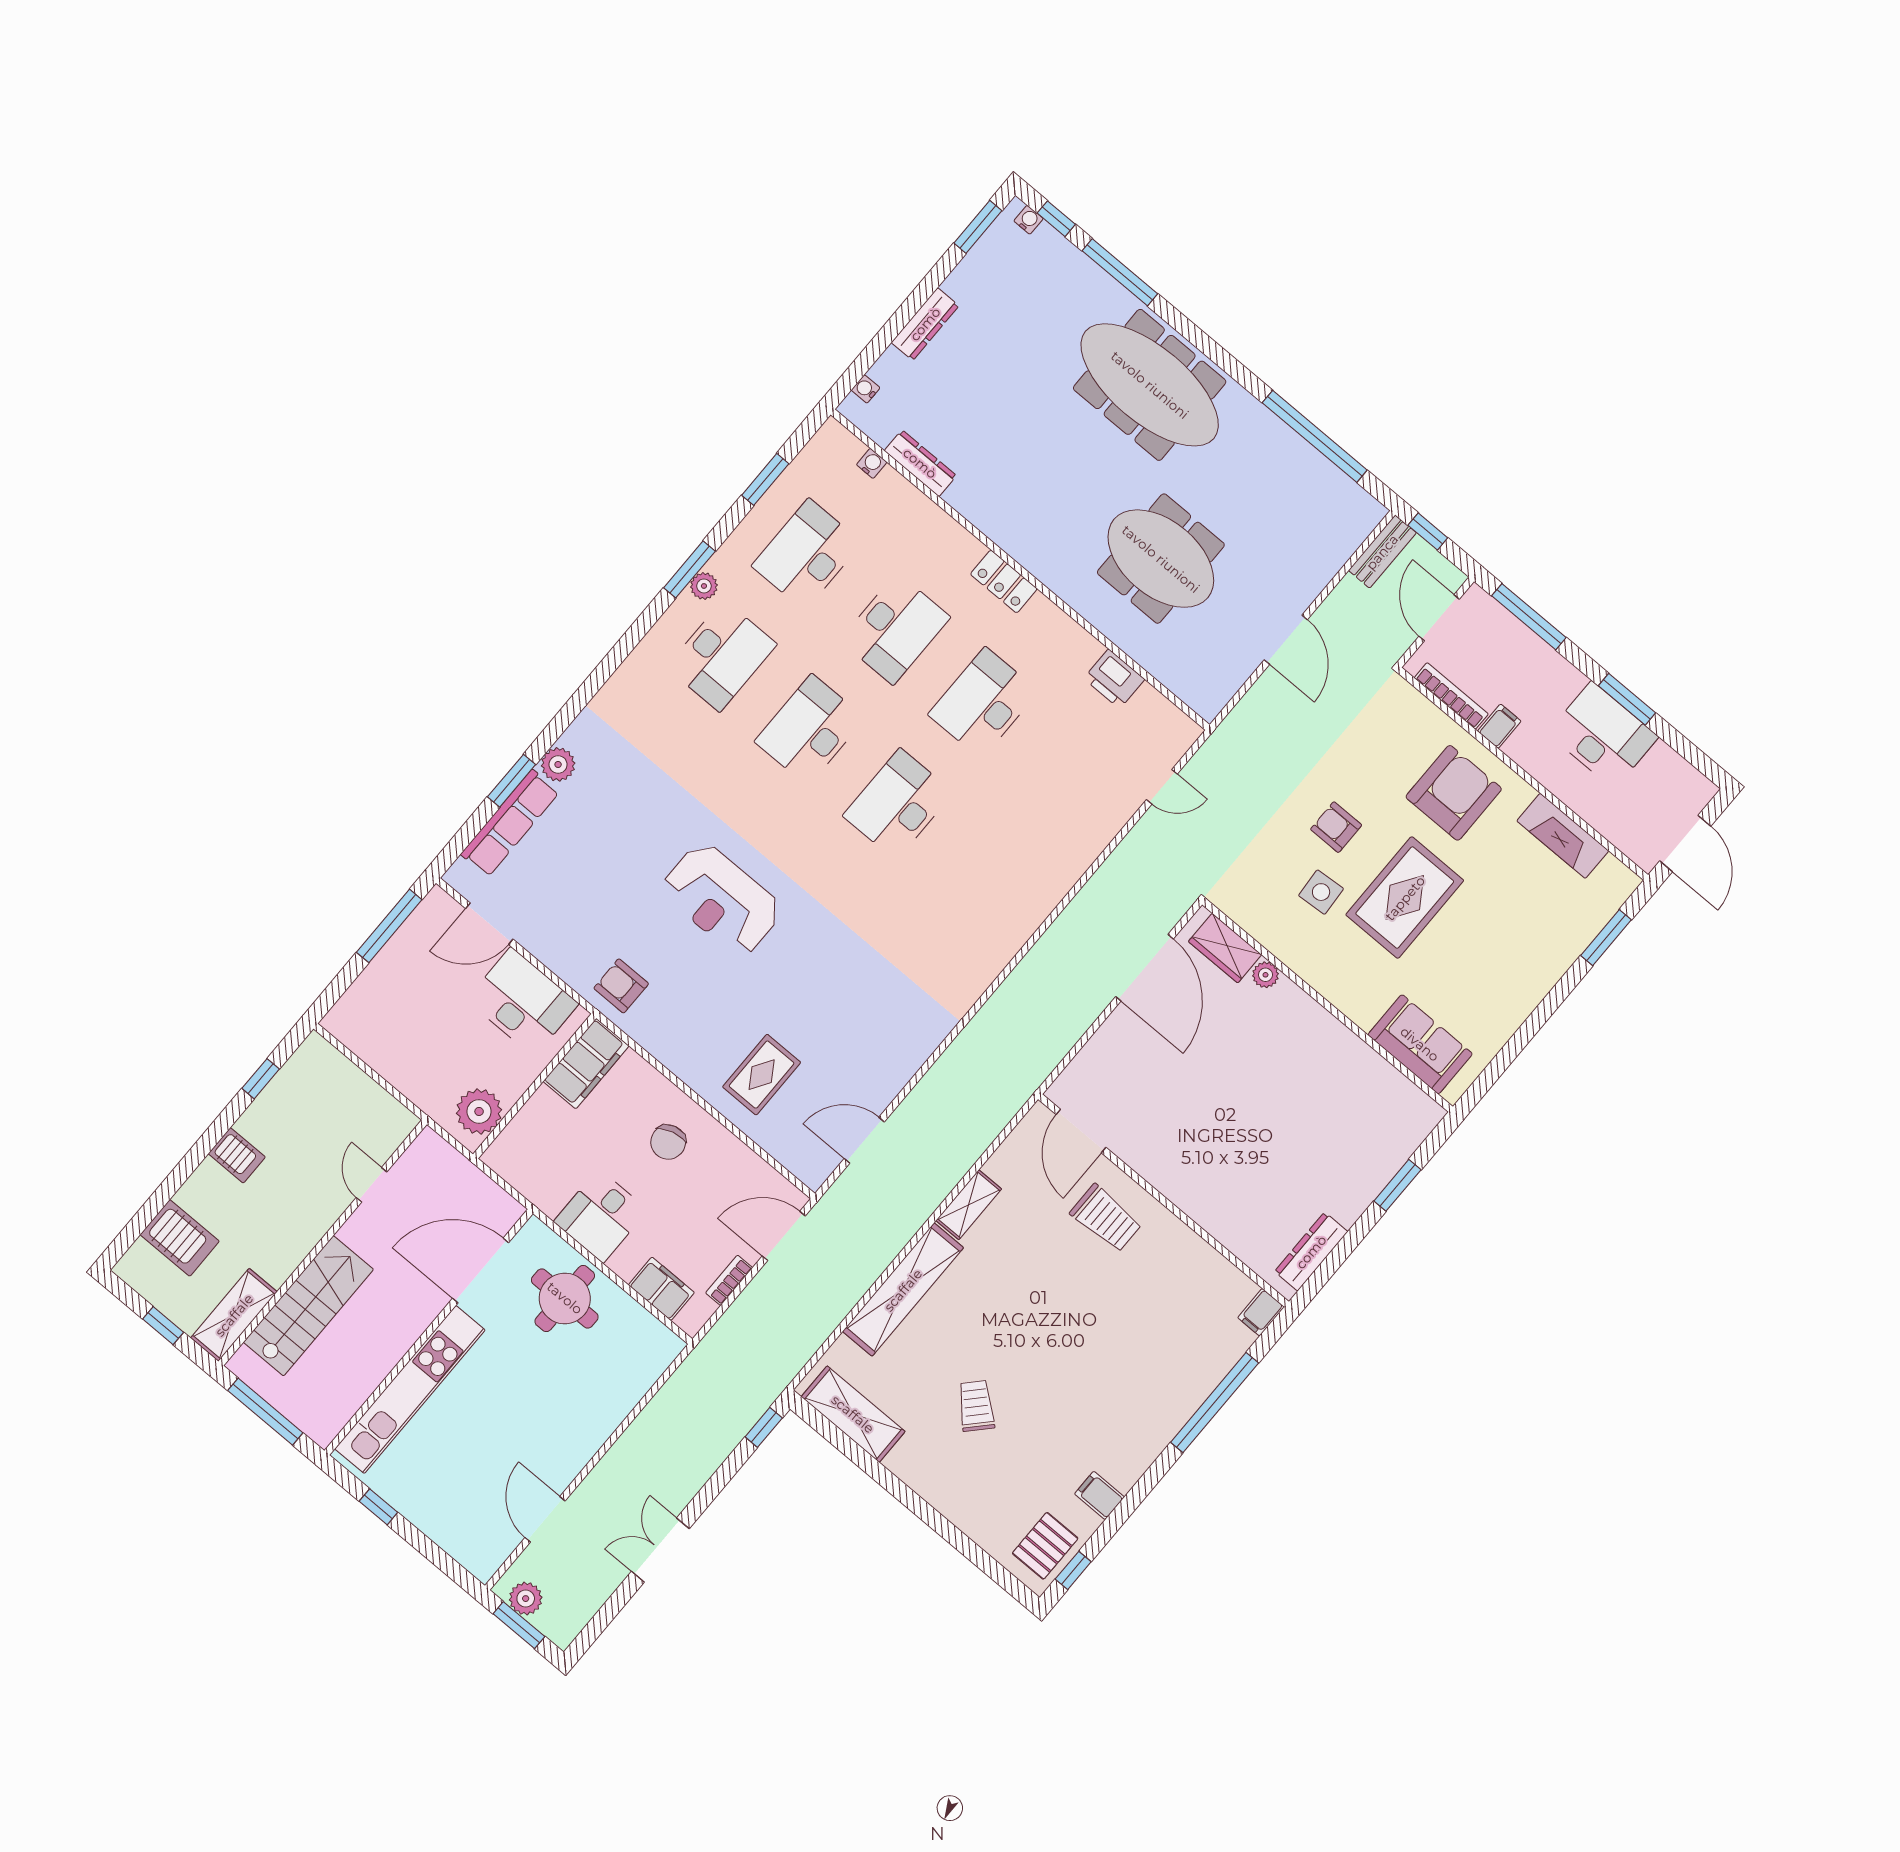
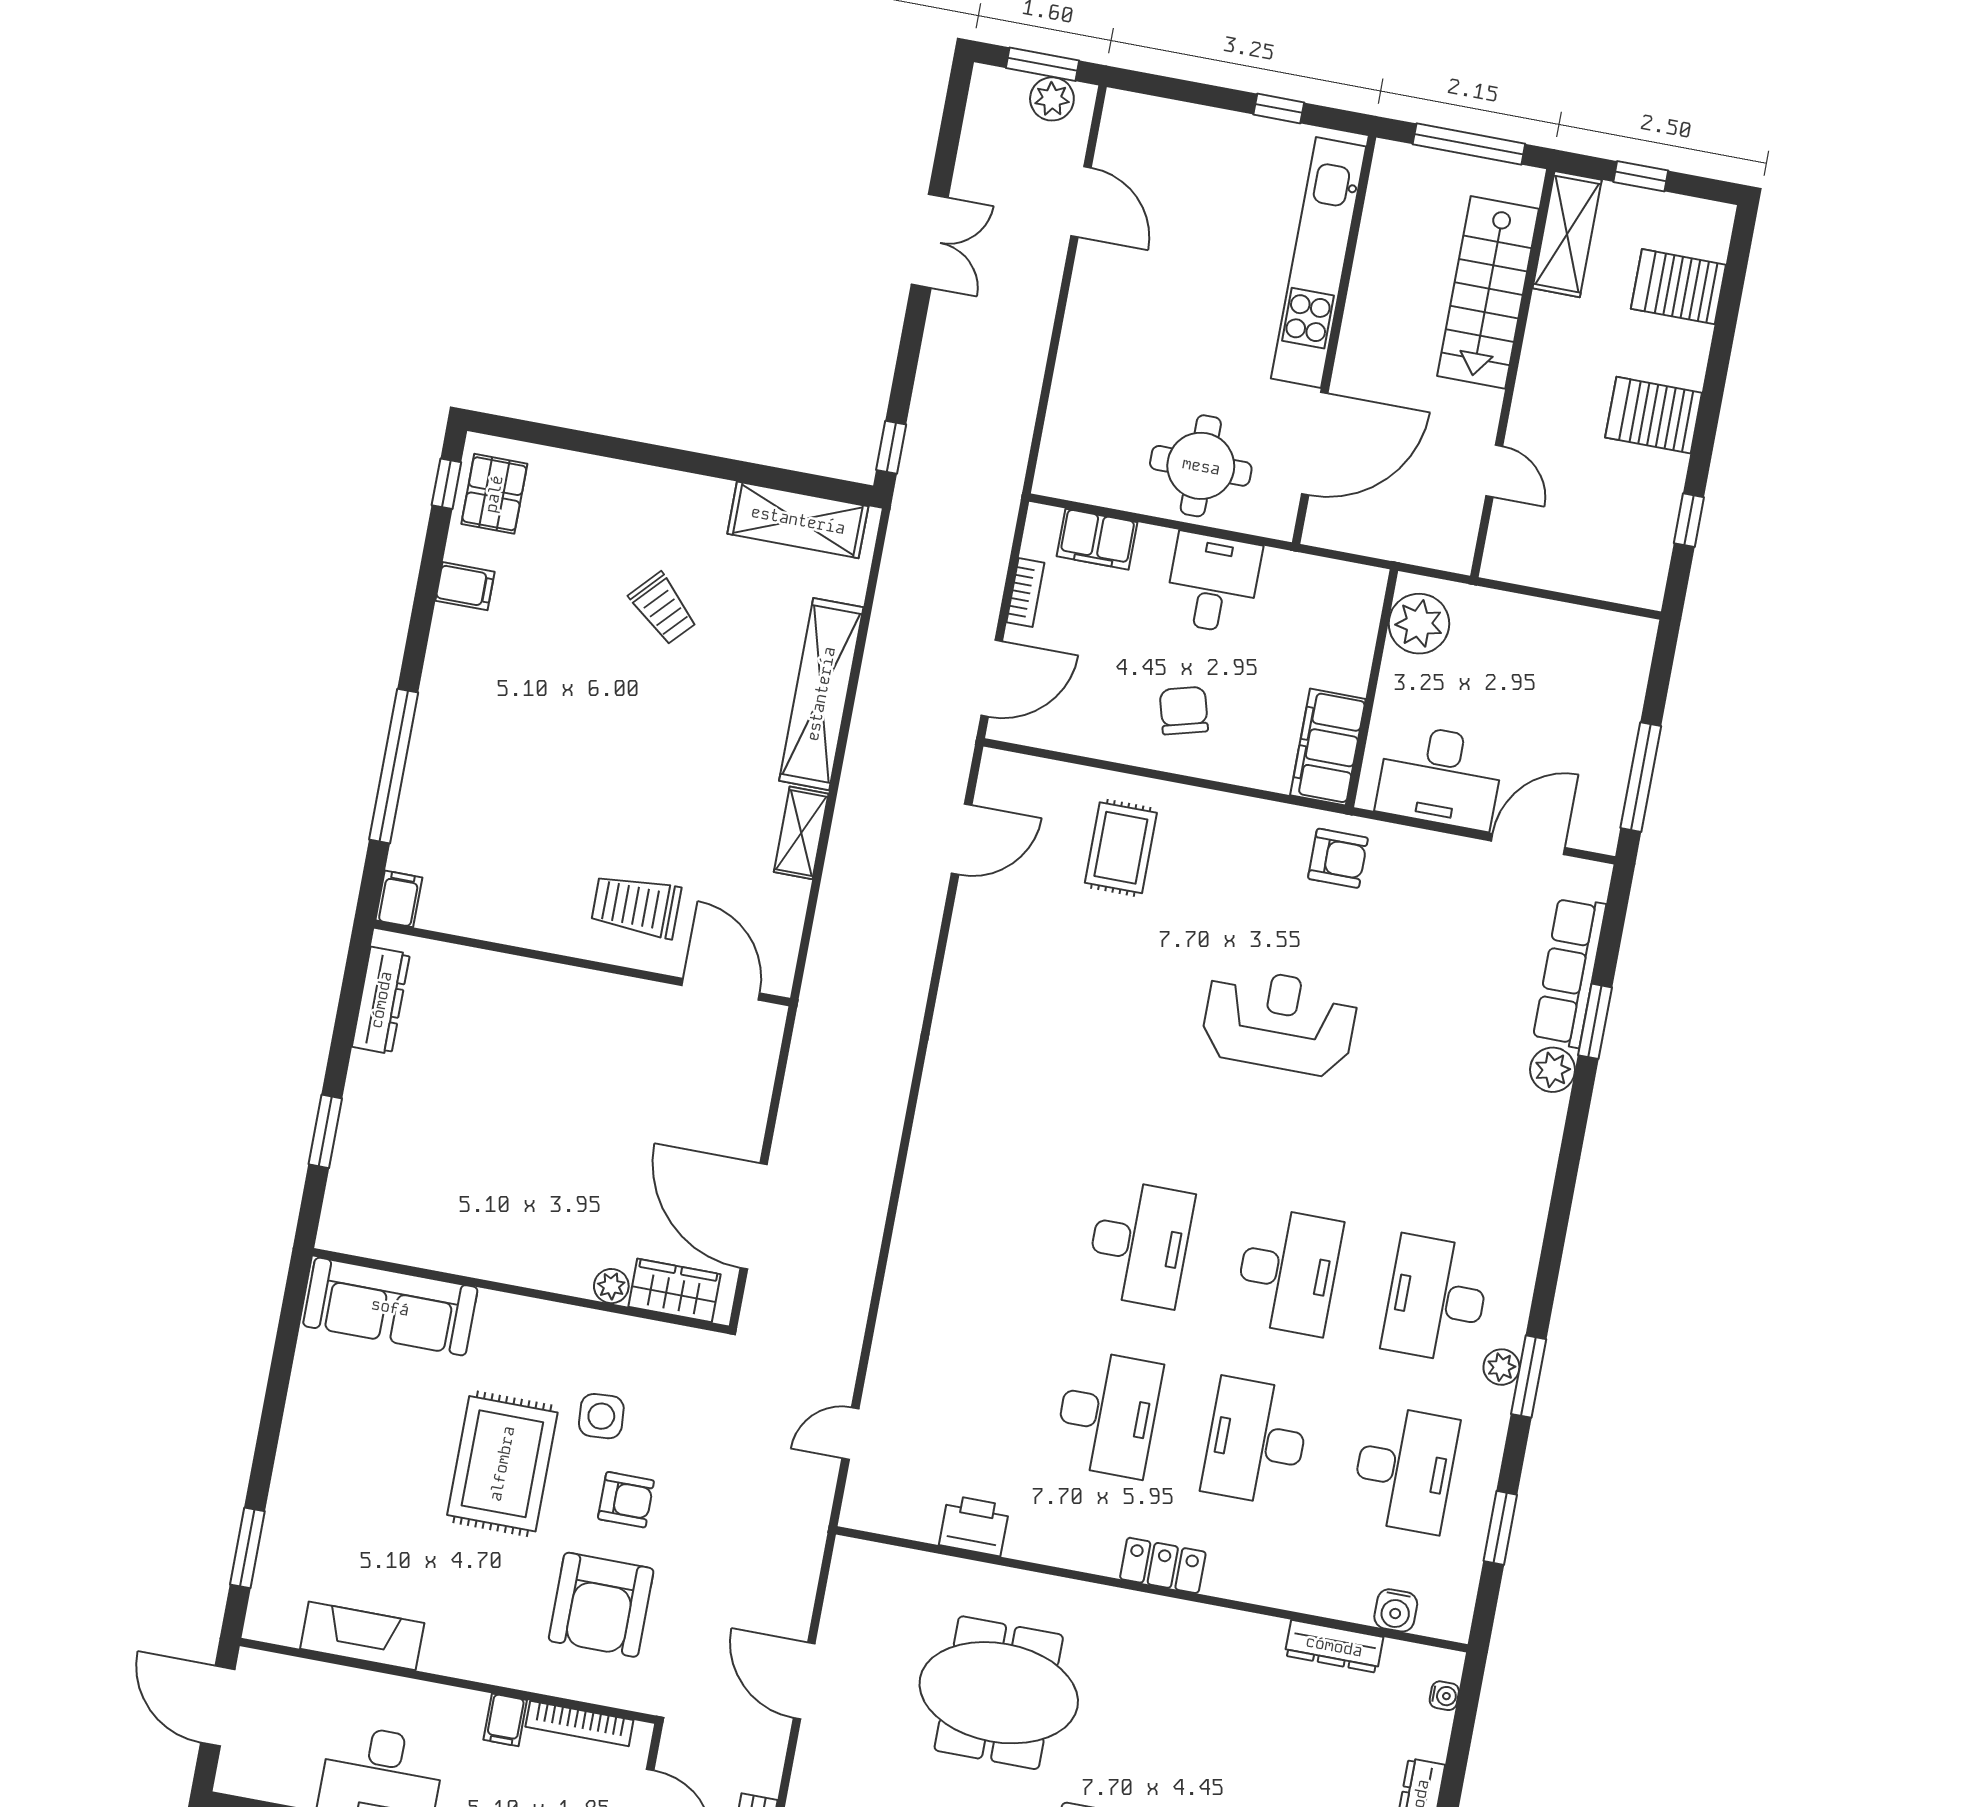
water cooler: (872, 463) -> (1396, 1610), width x1.38, depth x1.38
armchair: (1454, 793) -> (601, 1605), moved
sofa: (1420, 1044) -> (390, 1307), width x1.36
server rack: (237, 1155) -> (1654, 415), width x1.36, depth x1.44

